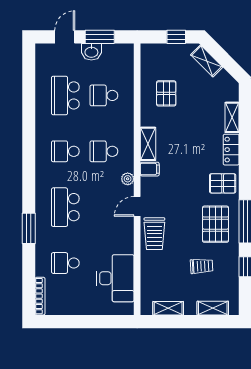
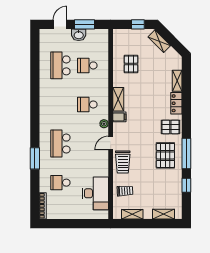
school desk: (65, 151) -> (60, 104), removed
trolley: (202, 266) -> (125, 191), moved

